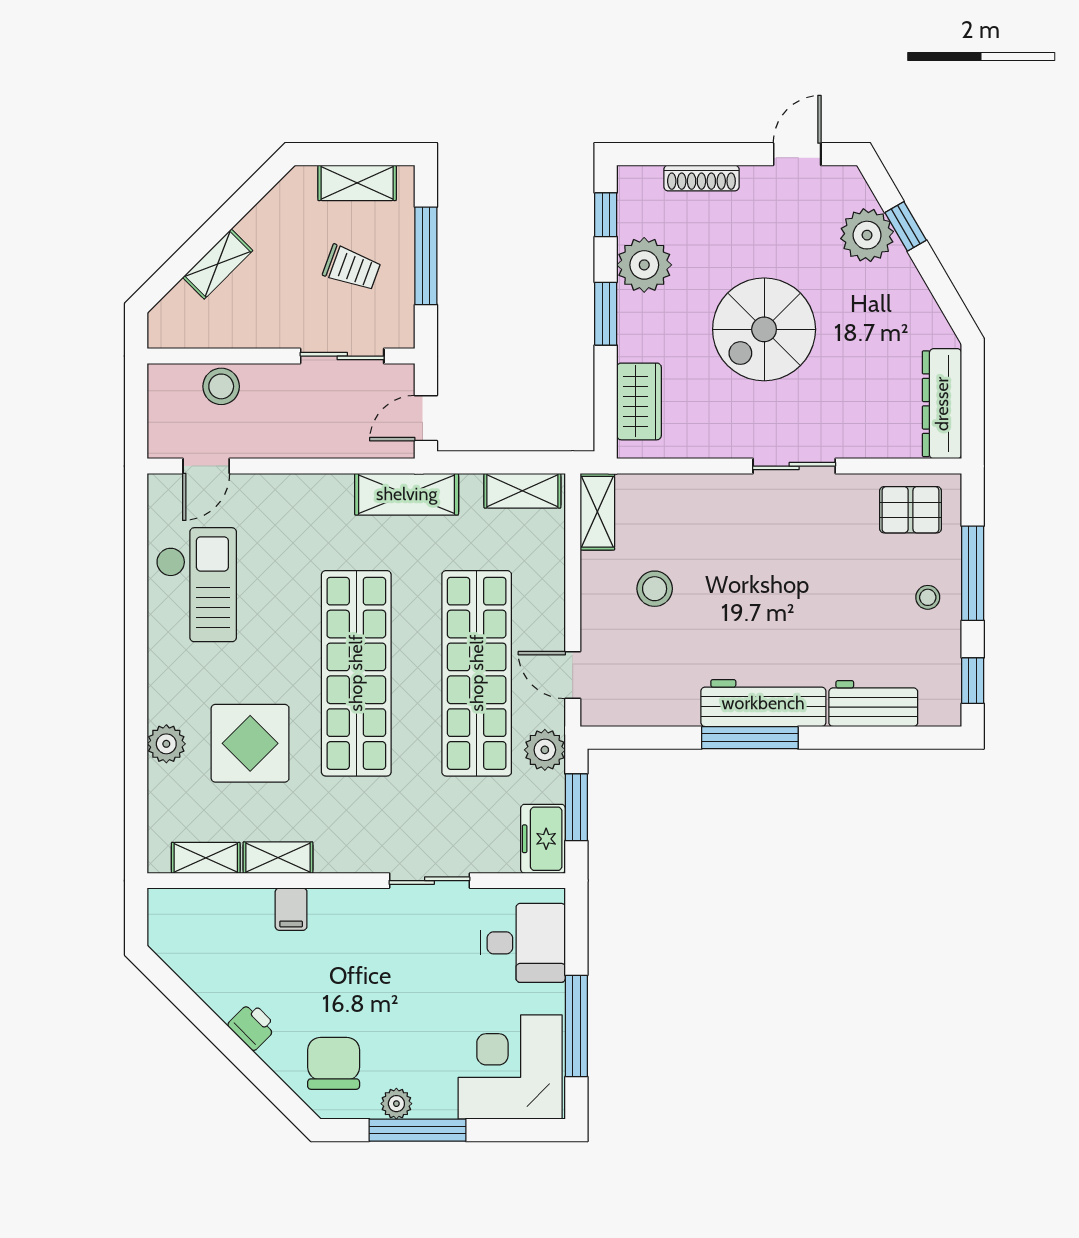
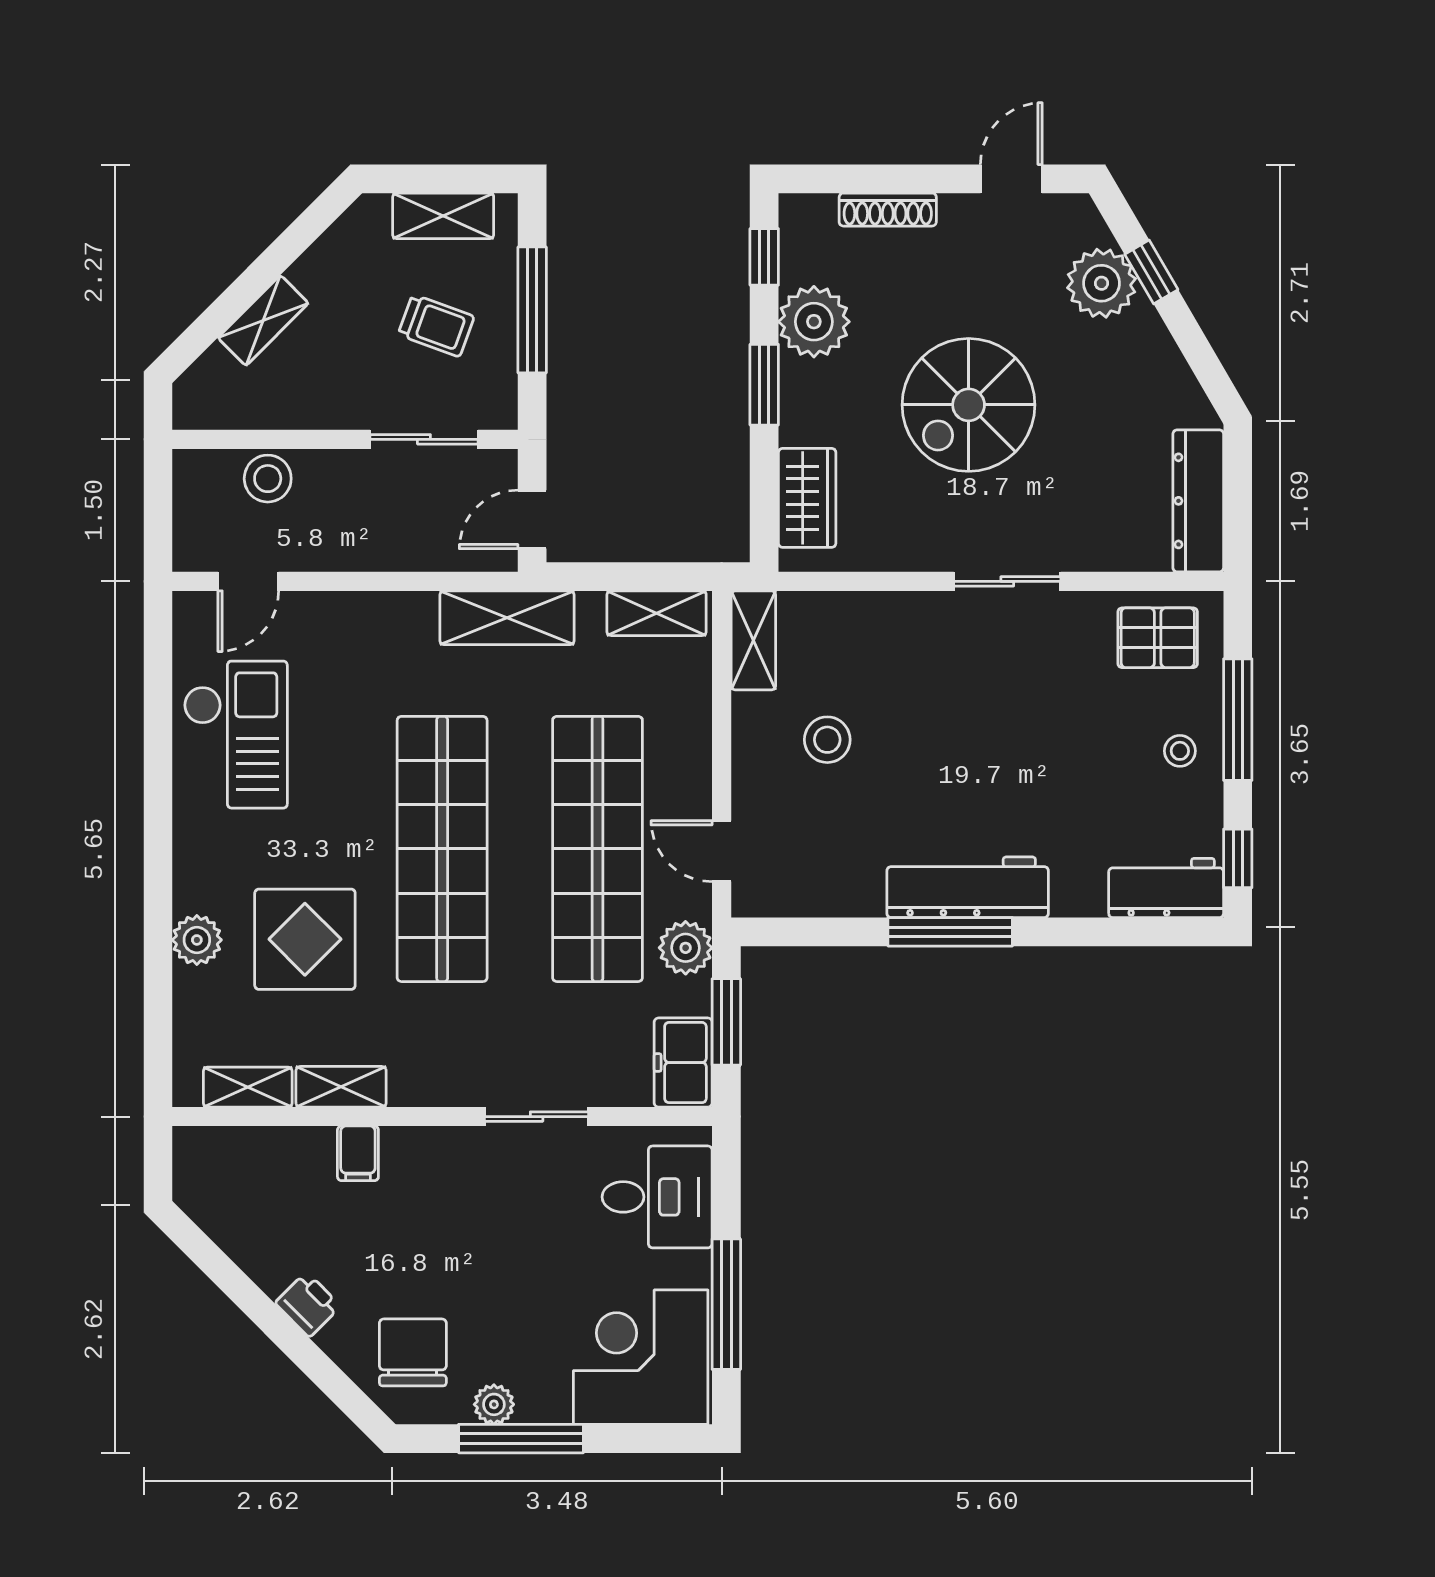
workbench: (873, 704) -> (1166, 888), moved

